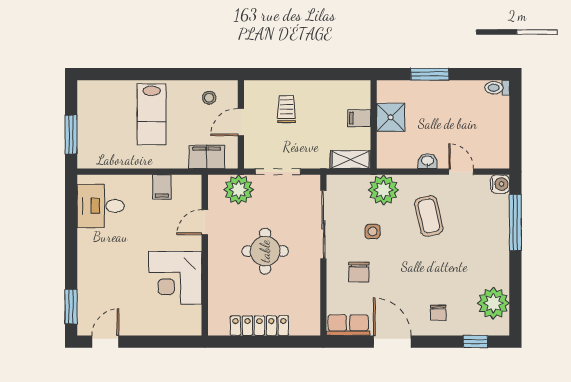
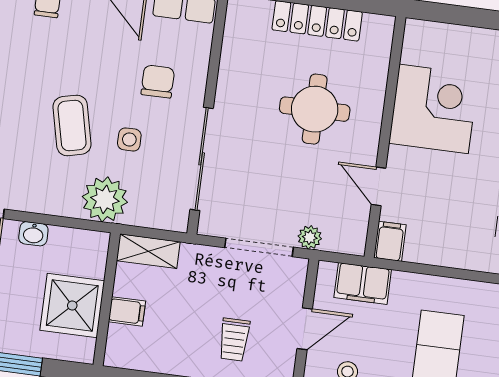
shower: (391, 117) -> (72, 305), width x1.36, depth x1.36
filing cabinet: (162, 187) -> (390, 241), moved
plant: (239, 190) -> (310, 237), width x0.53, depth x0.53
coffee table: (429, 216) -> (72, 125), moved
door: (205, 222) -> (378, 186), swing flipped
round table: (265, 251) -> (315, 109), moved

